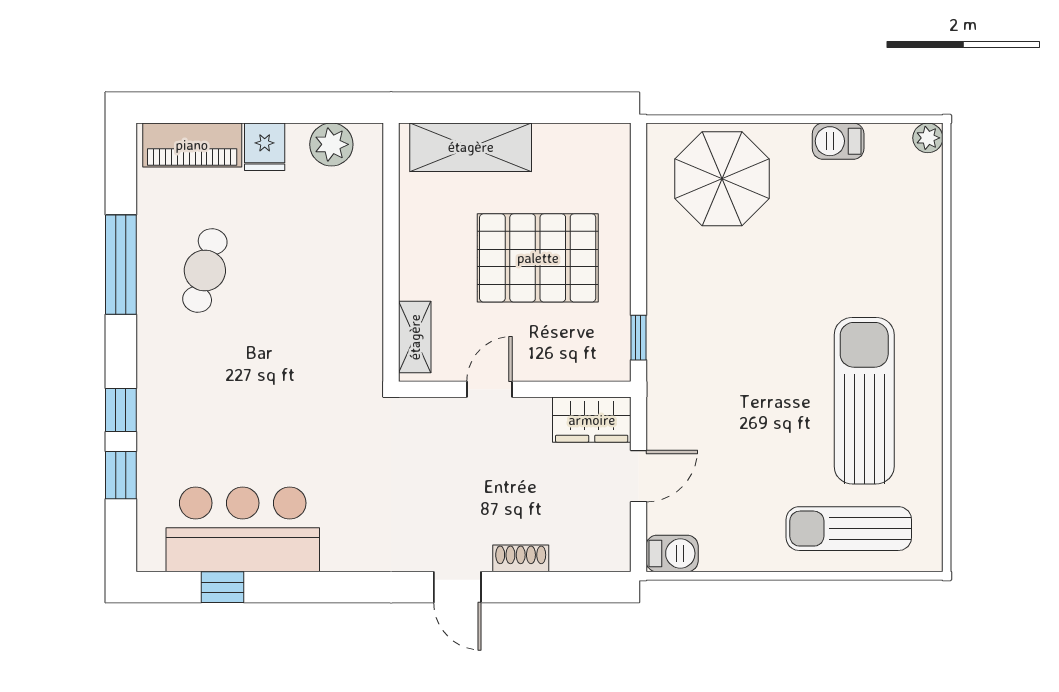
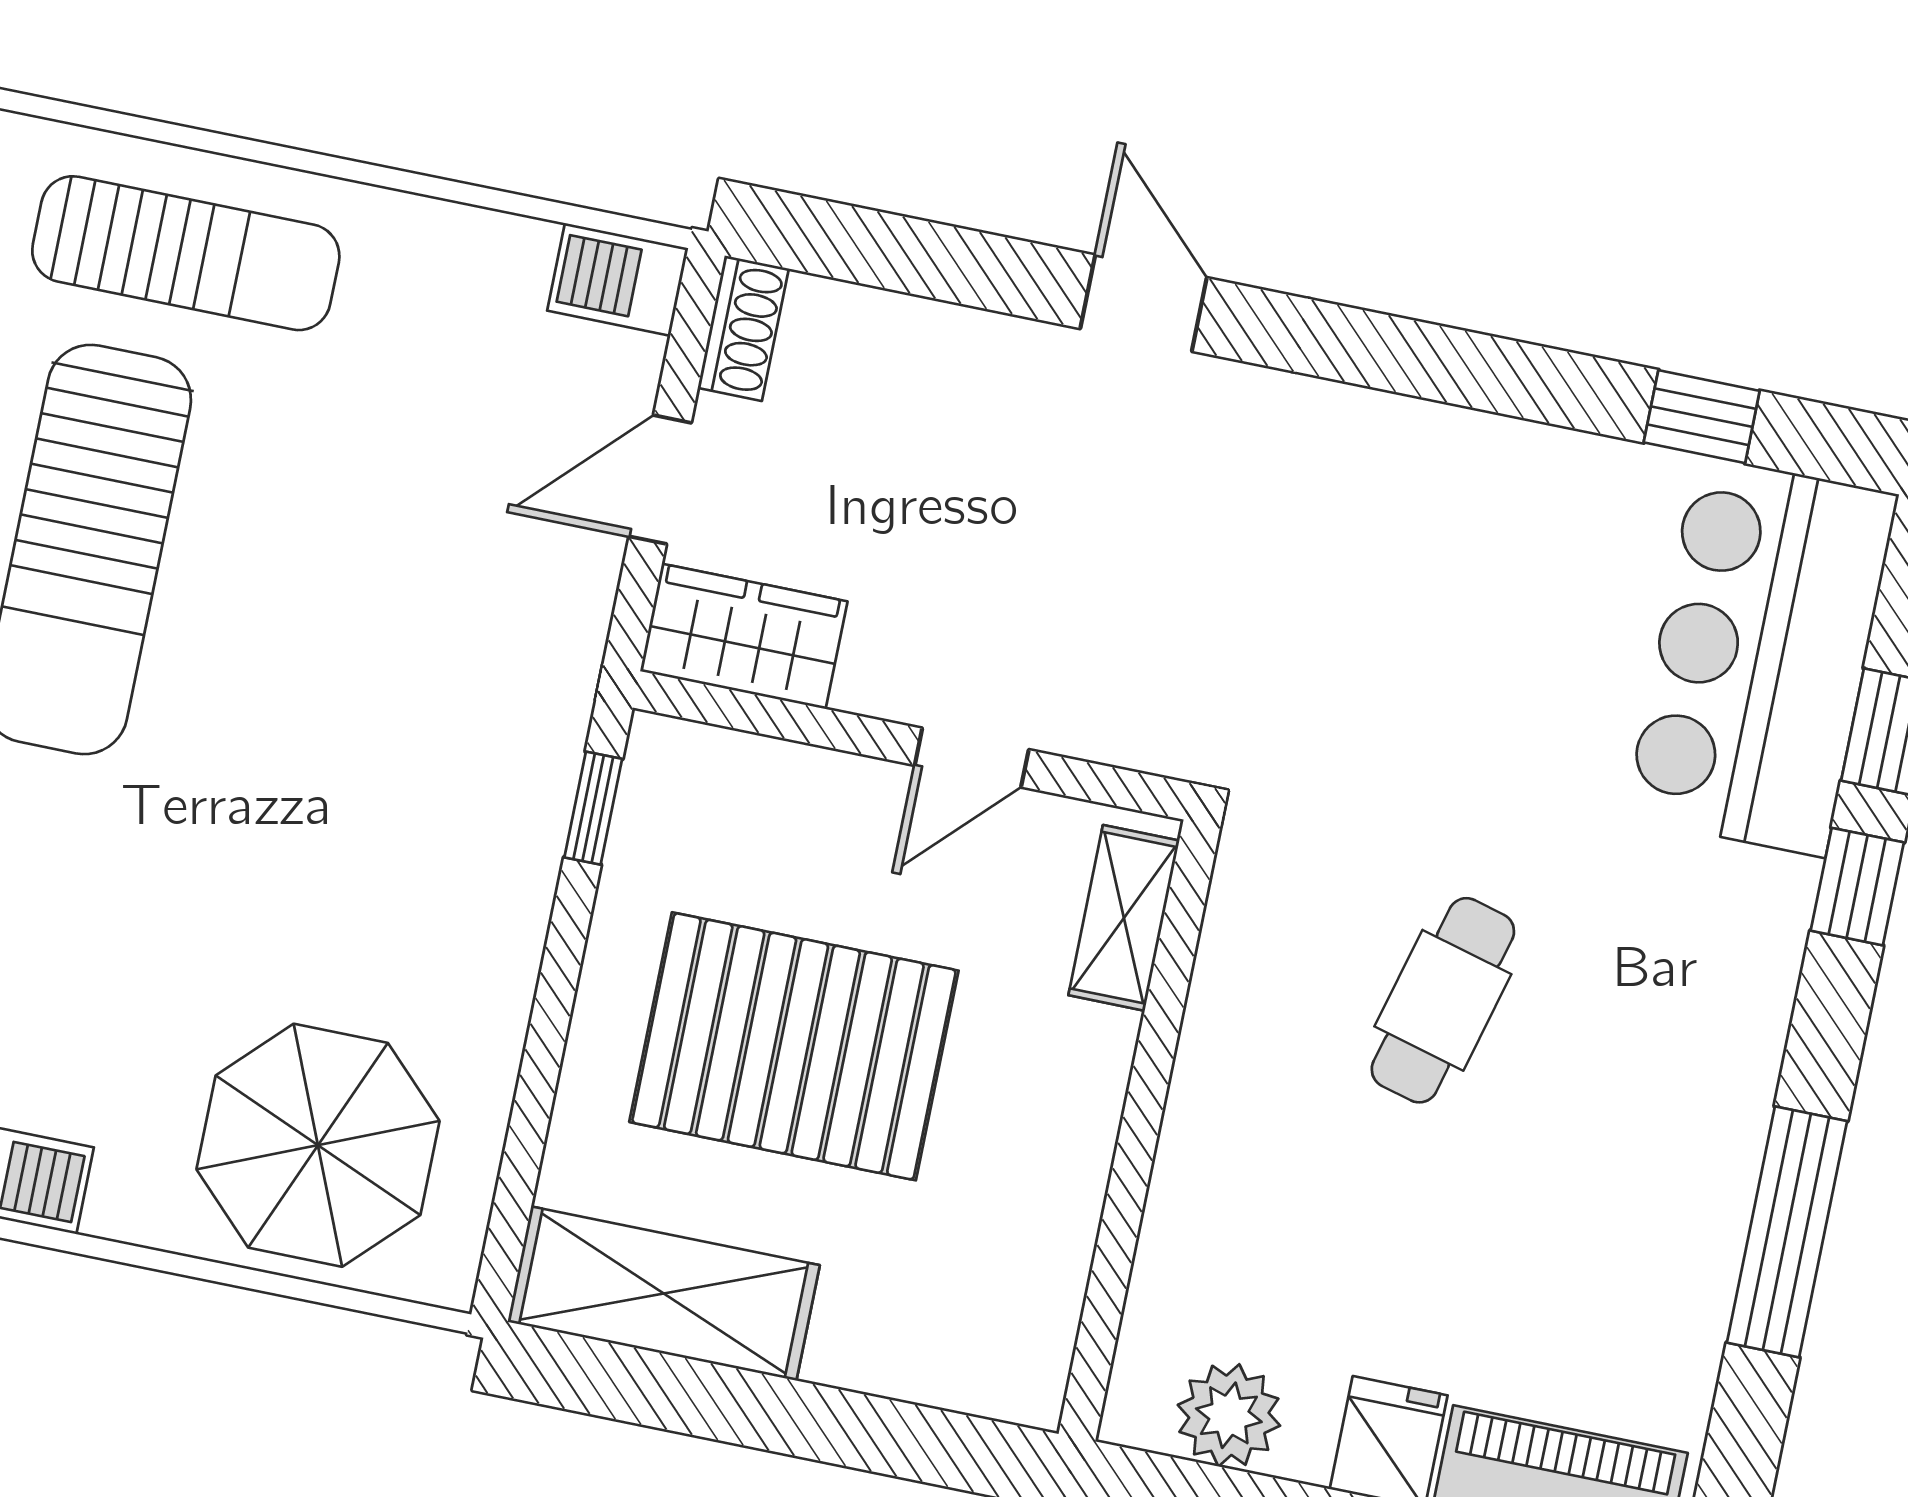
shelving: (471, 147) -> (664, 1294), moved
cafe table: (205, 271) -> (1443, 1000), moved
bar counter: (243, 529) -> (1761, 656), moved, turned 90
shoe rack: (521, 558) -> (743, 328), moved, turned -90

